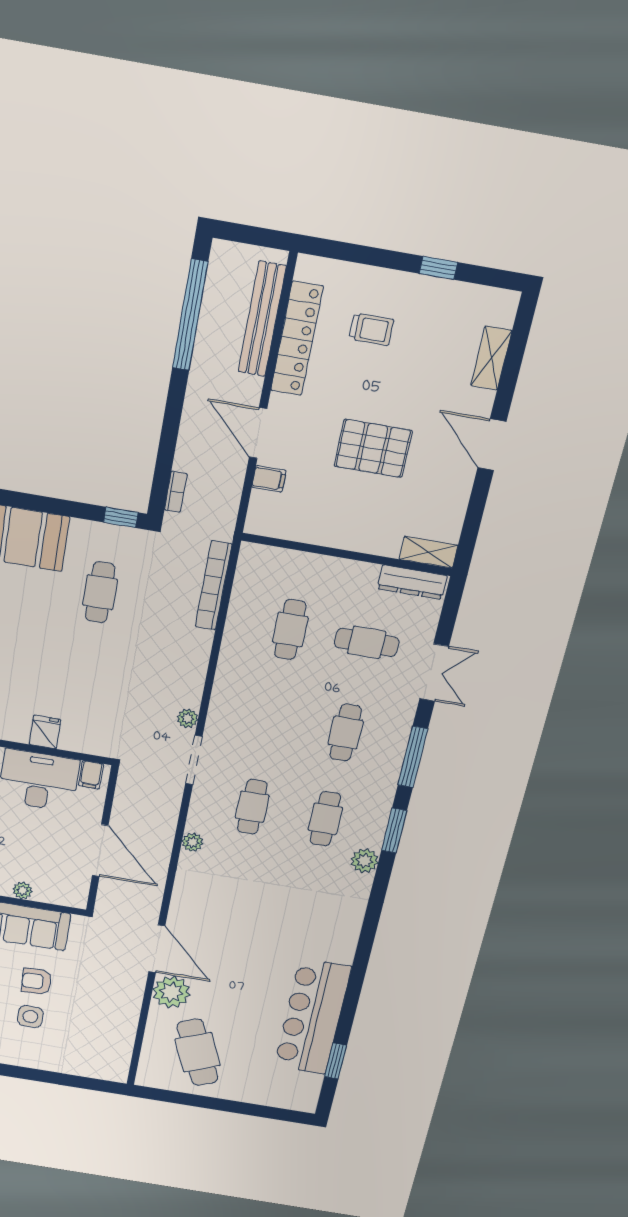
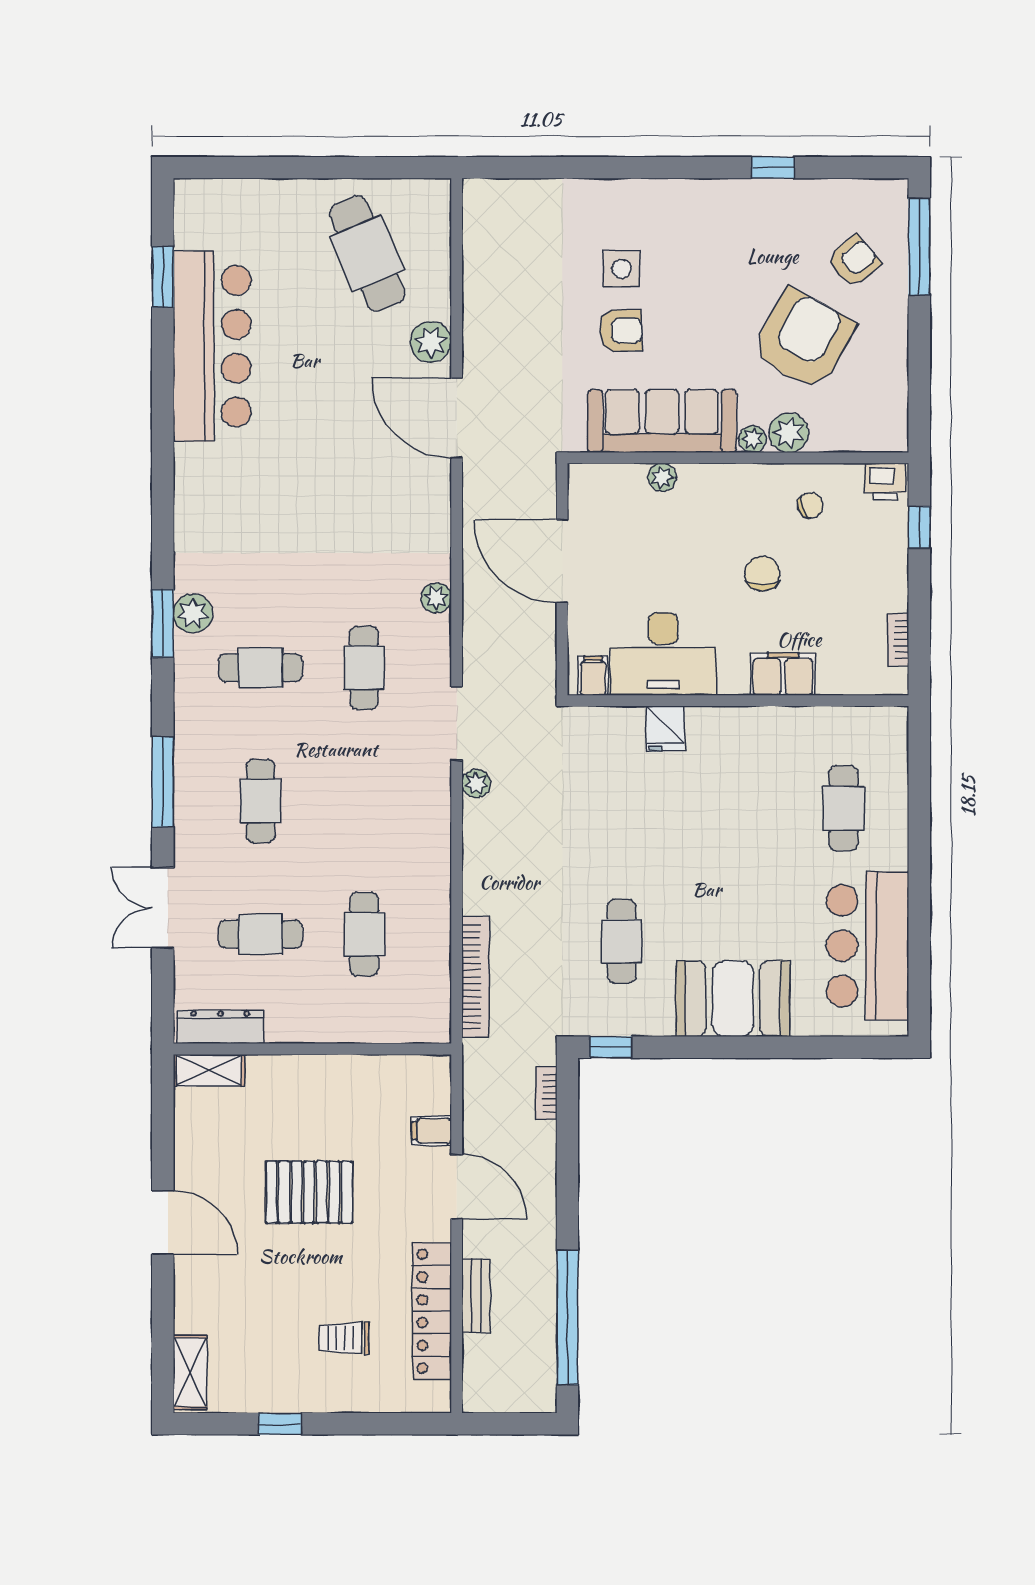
bench: (262, 319) -> (476, 1296), width x0.54, depth x0.82
shelving: (491, 358) -> (190, 1372), moved
cafe table: (325, 819) -> (261, 668), turned 90
window: (394, 830) -> (163, 623), moved
plant: (171, 992) -> (431, 342), width x0.73, depth x0.73

